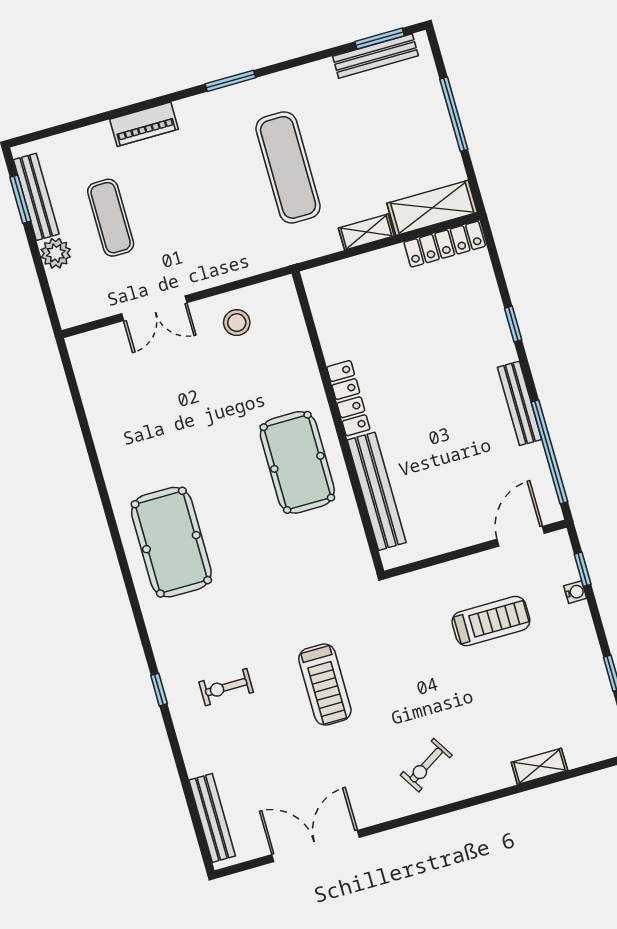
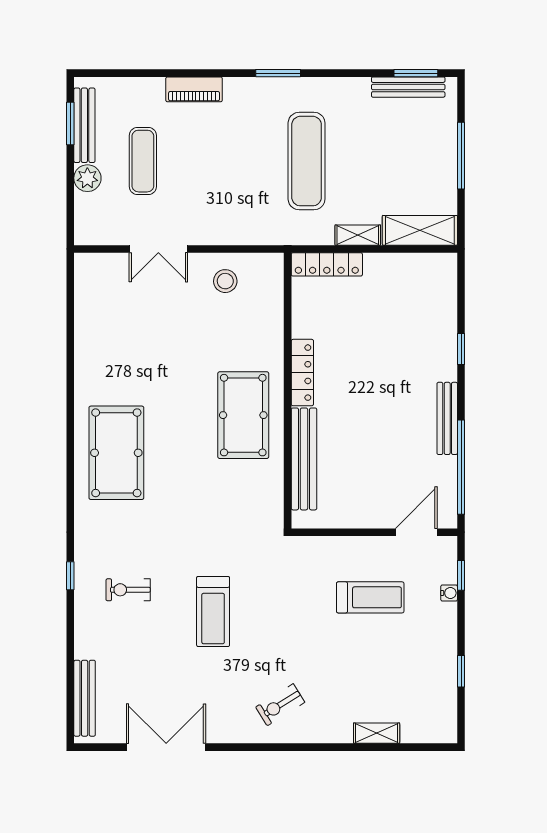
locker: (445, 244) -> (327, 264), moved

